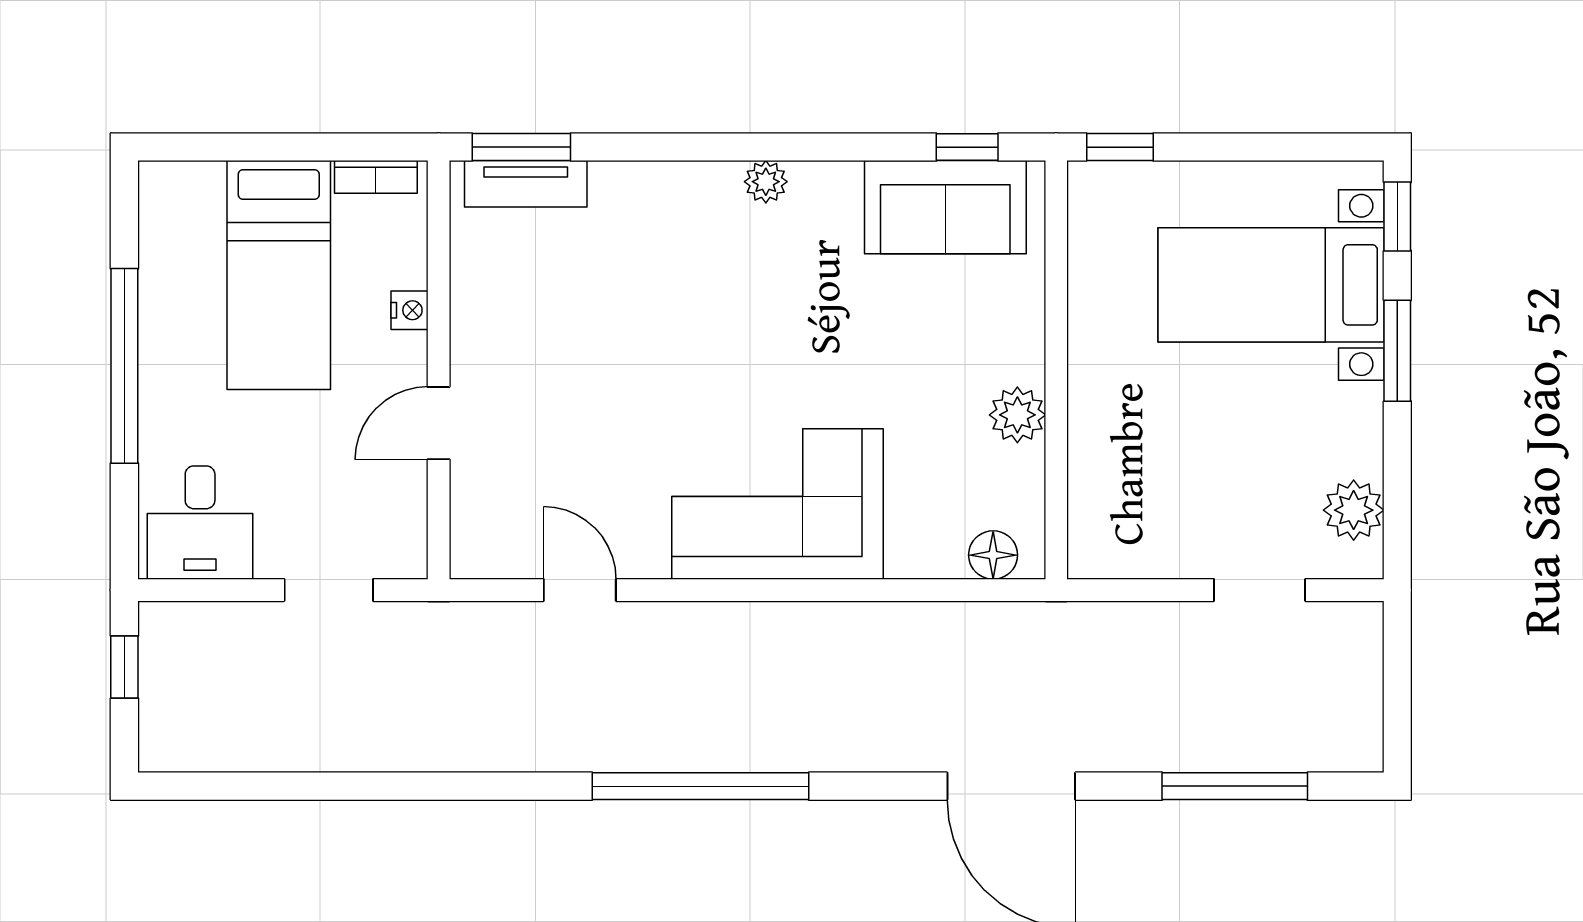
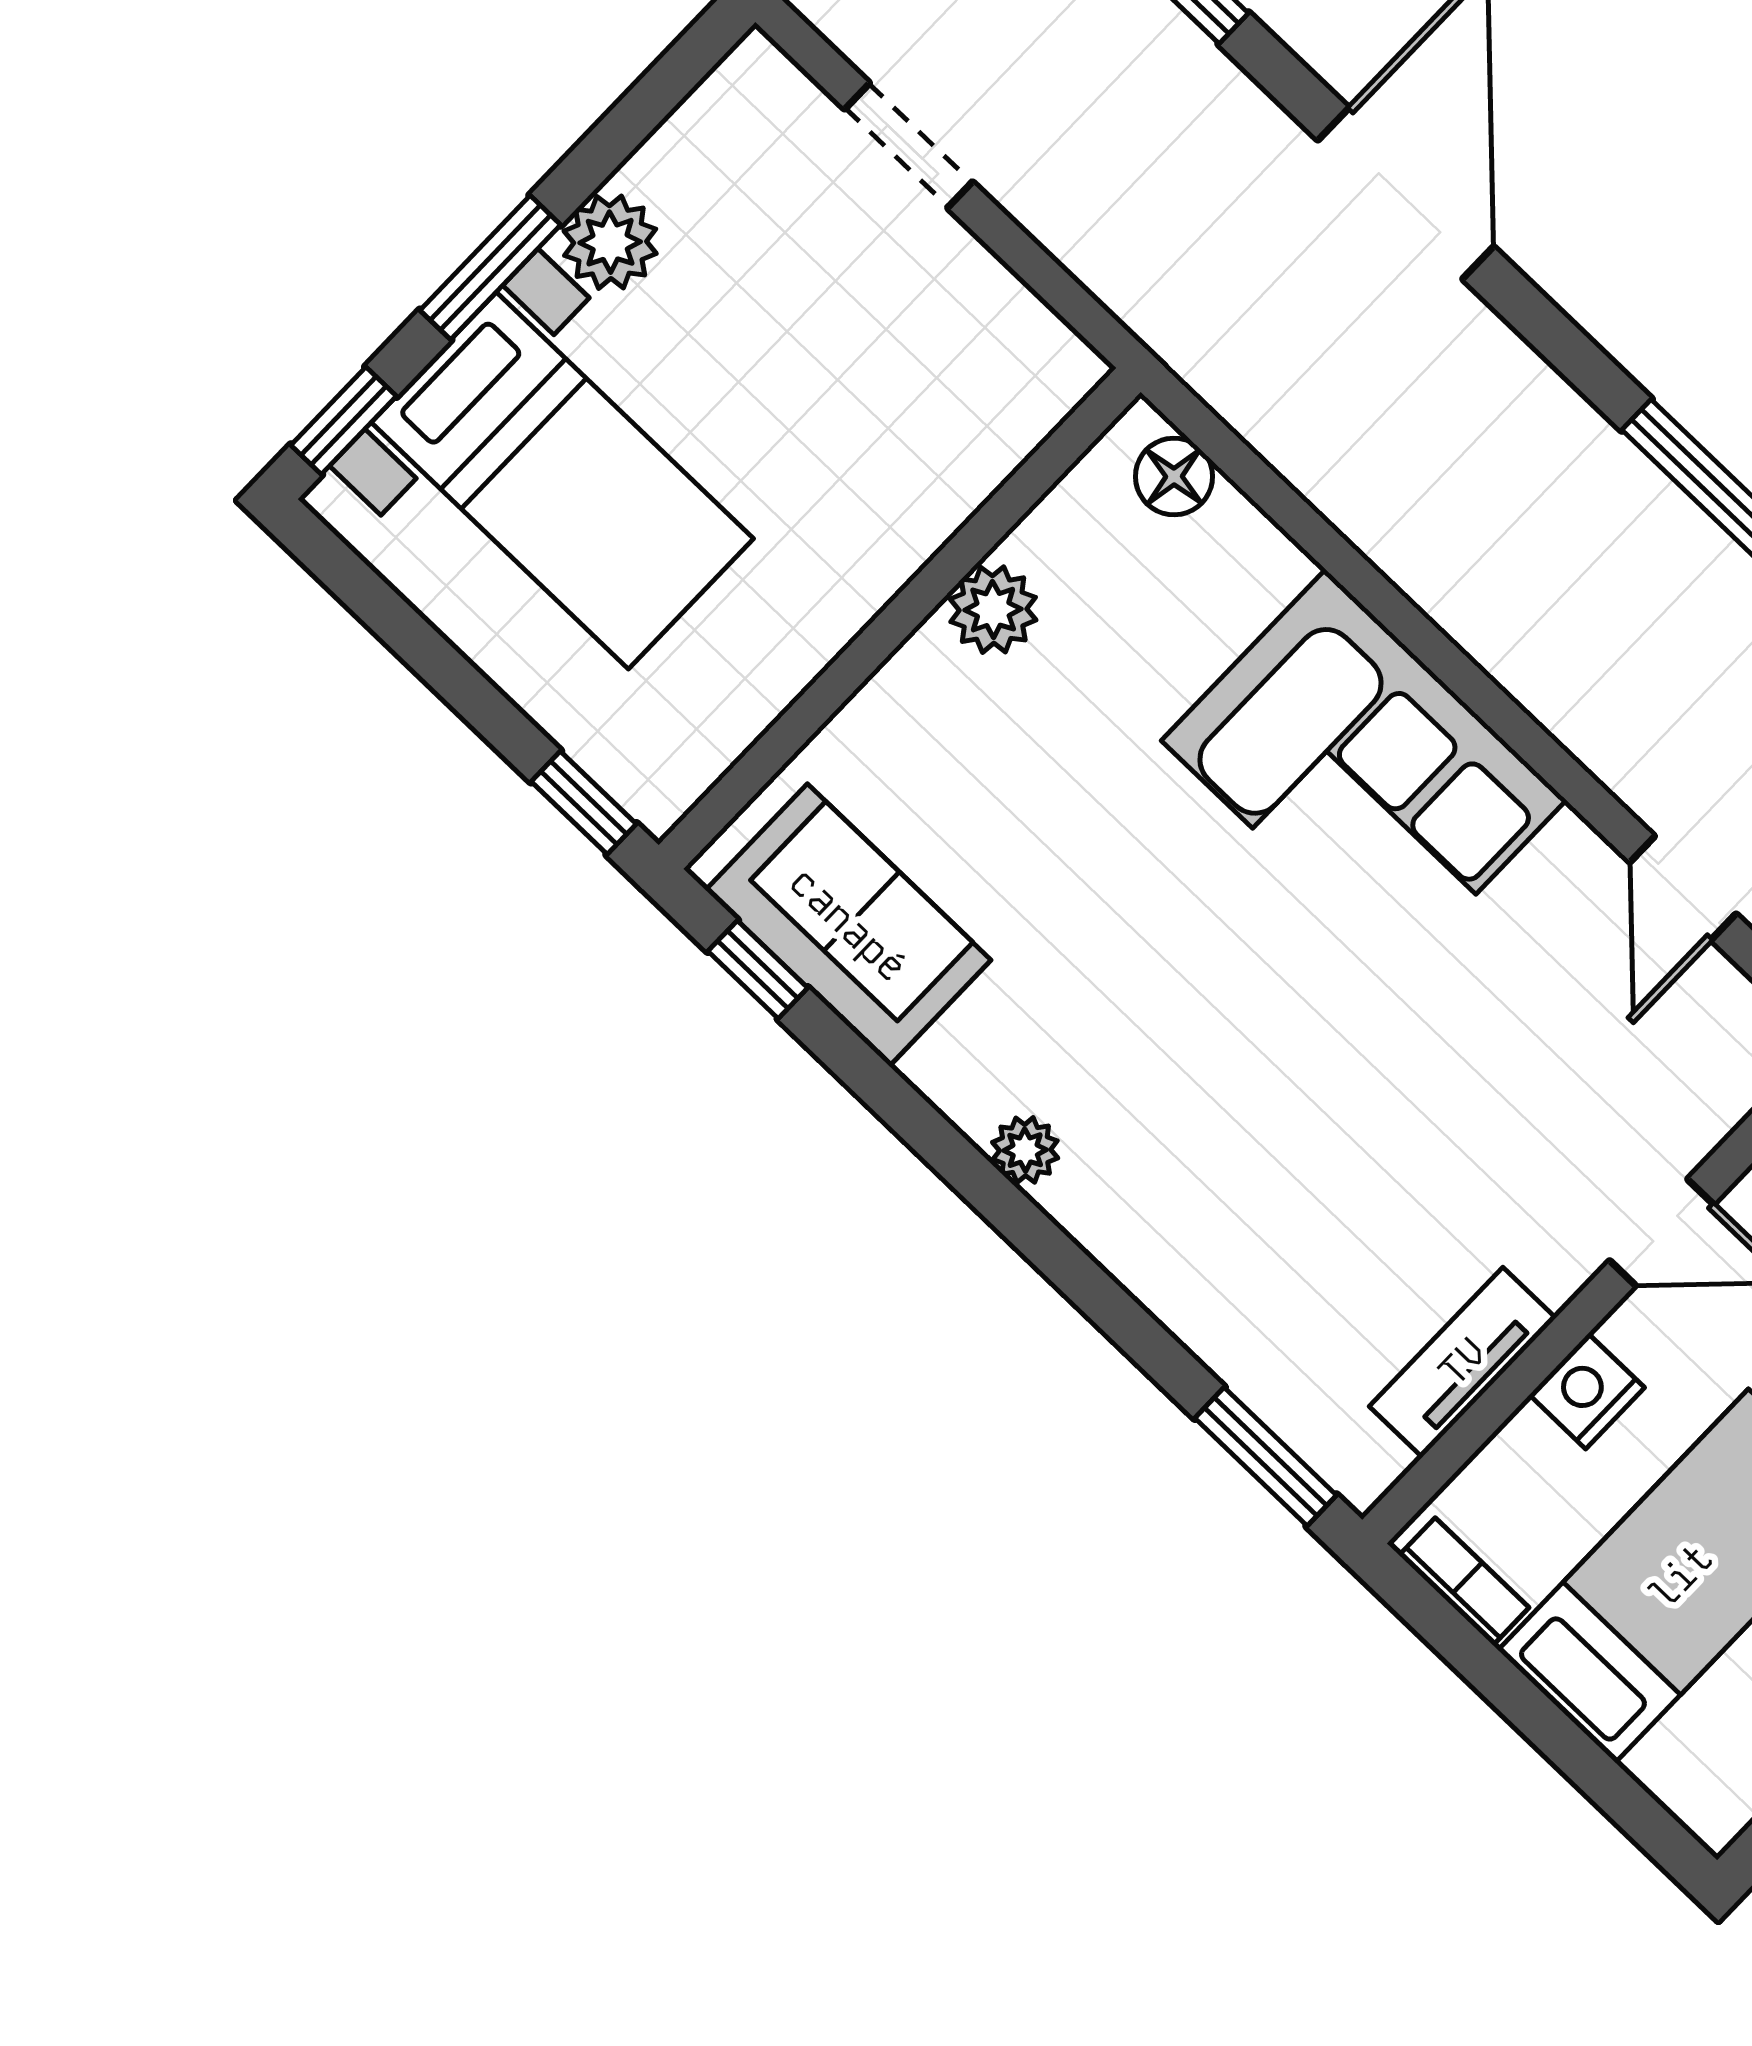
tv unit: (526, 184) -> (1463, 1362), moved, turned -90
nightstand: (410, 310) -> (1587, 1391), width x1.39, depth x1.35
plant: (1354, 510) -> (610, 242), moved

